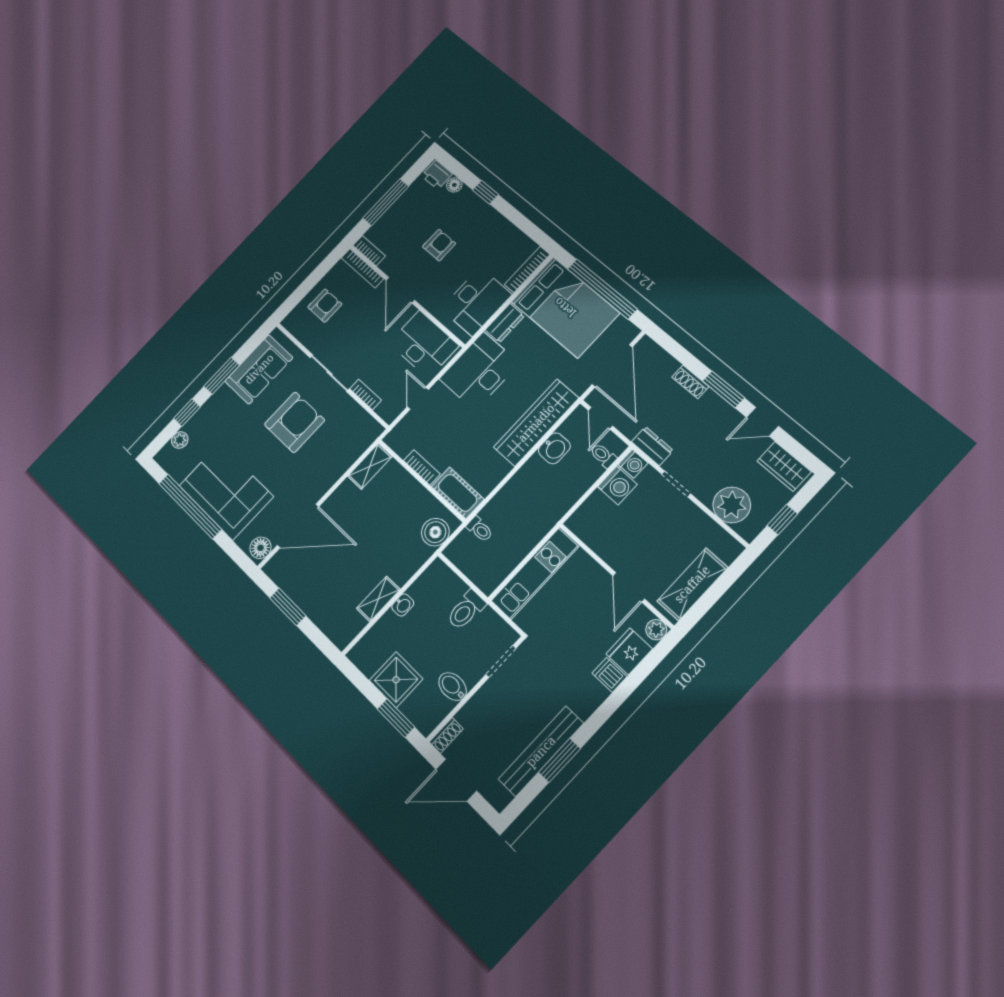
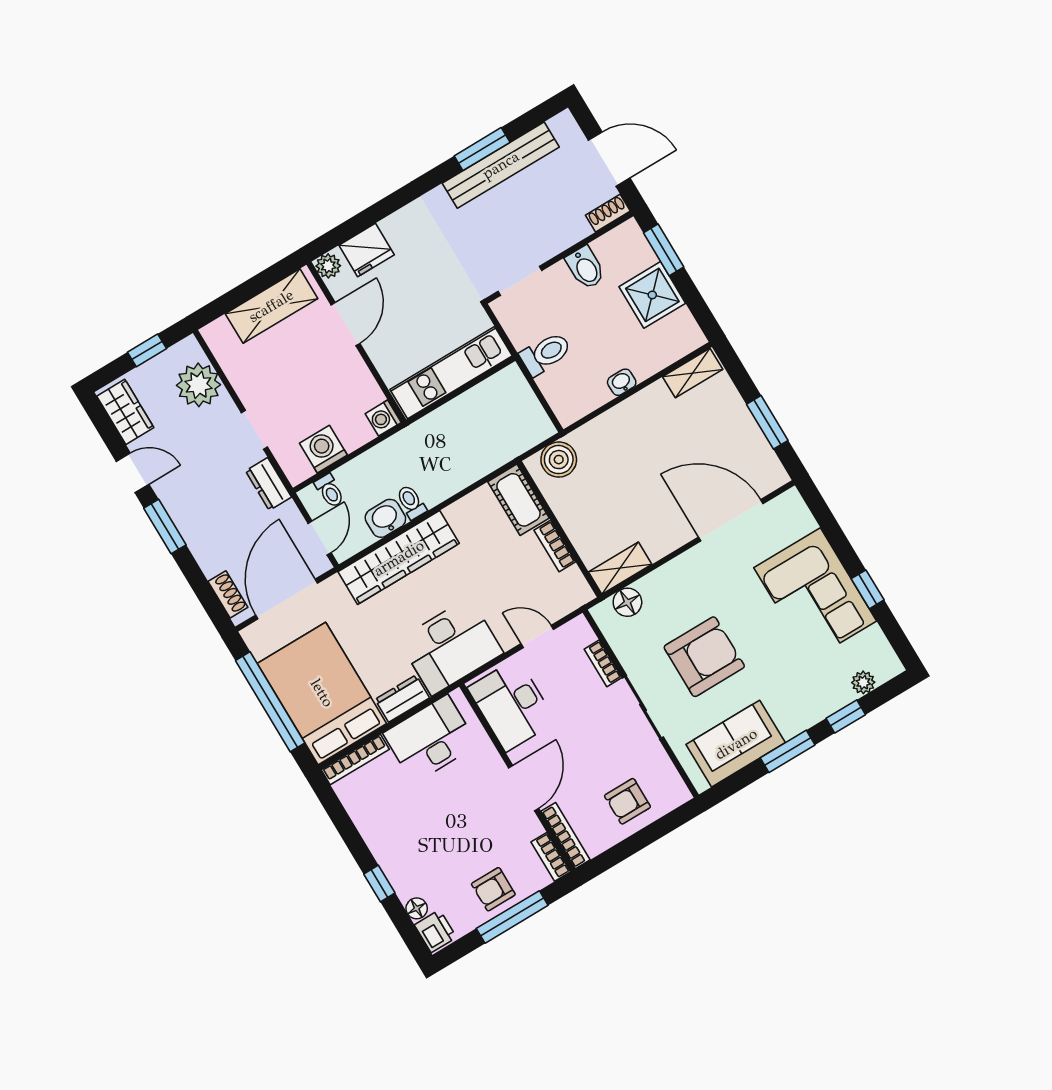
armchair: (439, 245) -> (493, 889), moved
shoe rack: (690, 382) -> (228, 594), moved
door: (418, 398) -> (537, 637), swing flipped
armchair: (295, 422) -> (704, 657), turned 180
washing machine: (633, 464) -> (383, 418), moved, turned -90
window: (190, 506) -> (868, 589), width x0.32
toilet: (480, 529) -> (411, 502), moved
floor lamp: (260, 548) -> (627, 602), moved
shelving: (378, 599) -> (693, 373), moved
dishwasher: (609, 675) -> (397, 230), removed

